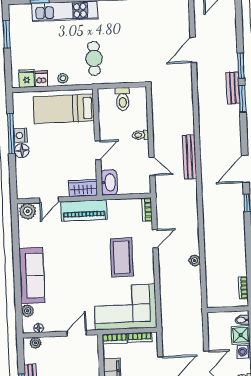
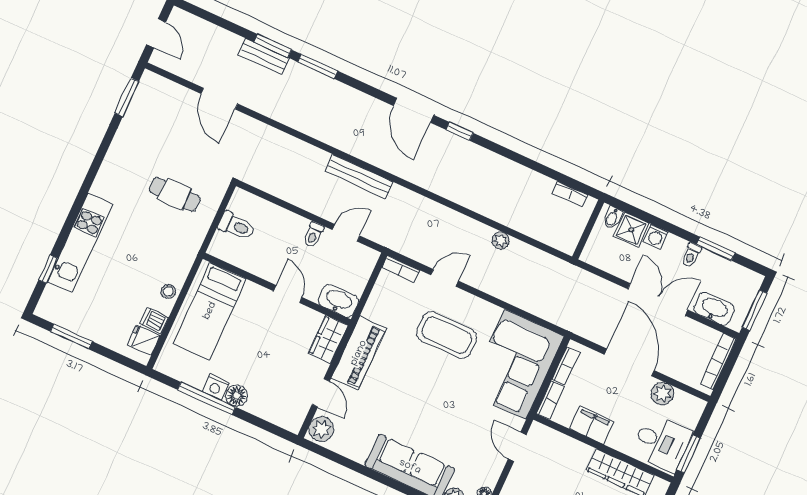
cafe table: (94, 58) -> (175, 194), moved
bench: (233, 88) -> (263, 56), moved
toilet: (140, 135) -> (313, 235), moved
door: (155, 239) -> (445, 278), hinge flipped

